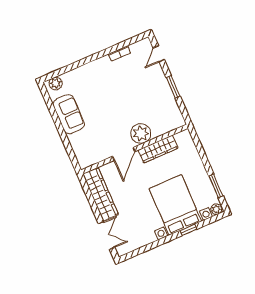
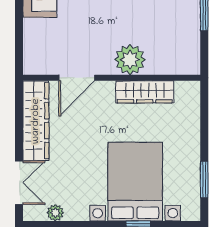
door: (124, 154) -> (77, 78), moved
plant: (216, 209) -> (55, 213), moved

